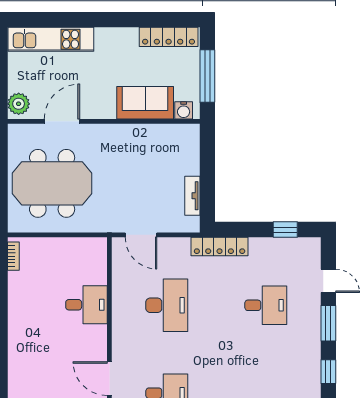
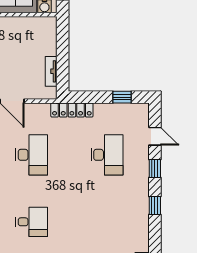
desk: (266, 305) -> (107, 155), width x1.37
window: (328, 323) -> (155, 169), width x0.67

